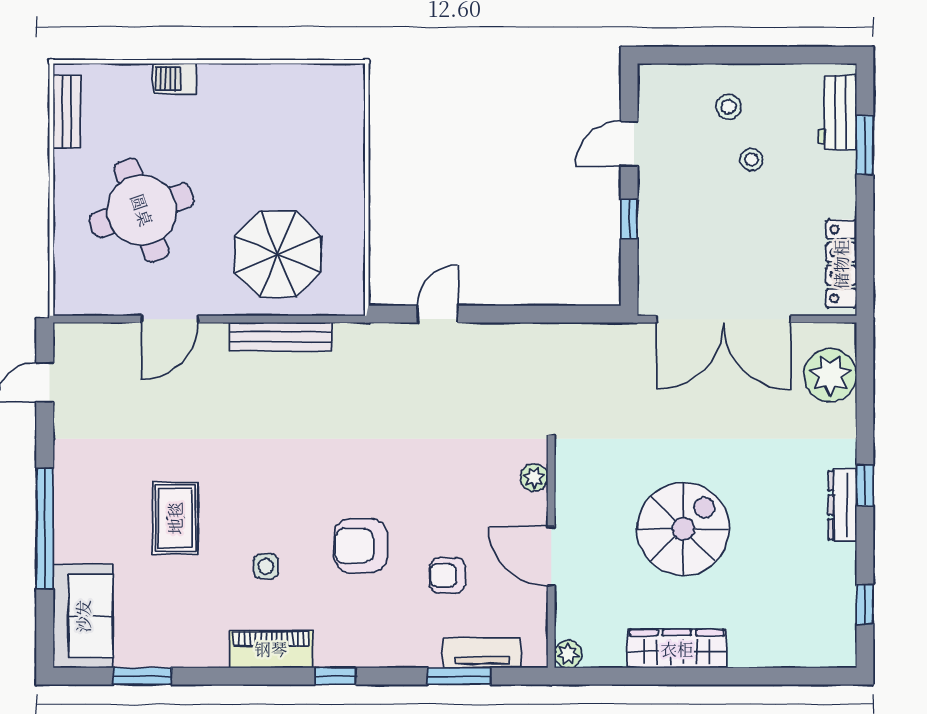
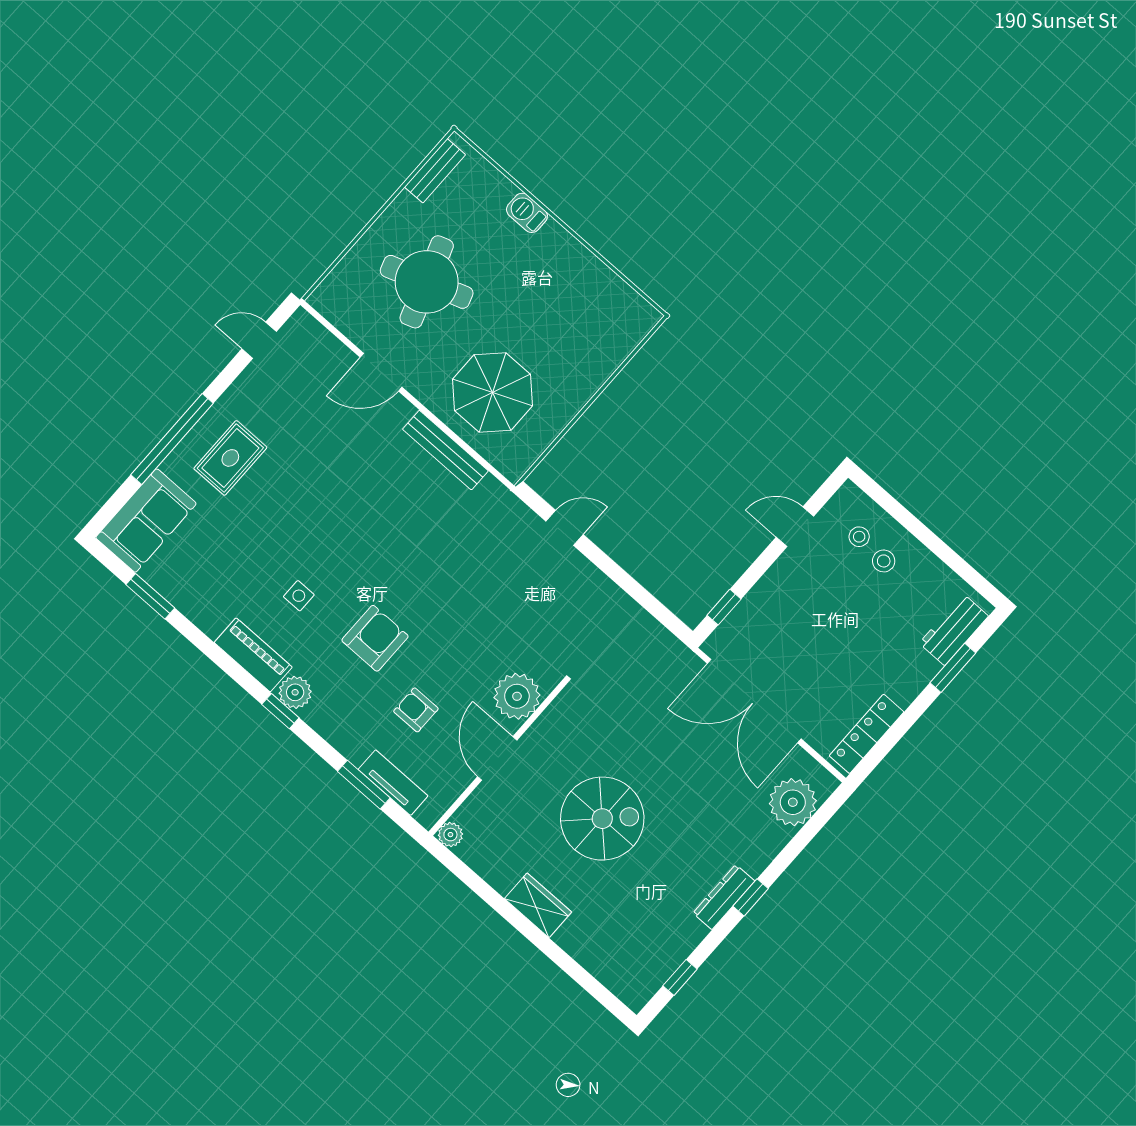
stool: (751, 159) -> (859, 537), moved
window: (629, 219) -> (724, 607), moved
plant: (534, 478) -> (517, 696), width x1.87, depth x1.87
rug: (175, 518) -> (230, 458), moved
armchair: (361, 546) -> (375, 638), turned 90
wardrobe: (677, 649) -> (538, 905), width x0.67
plant: (334, 650) -> (295, 692), added

